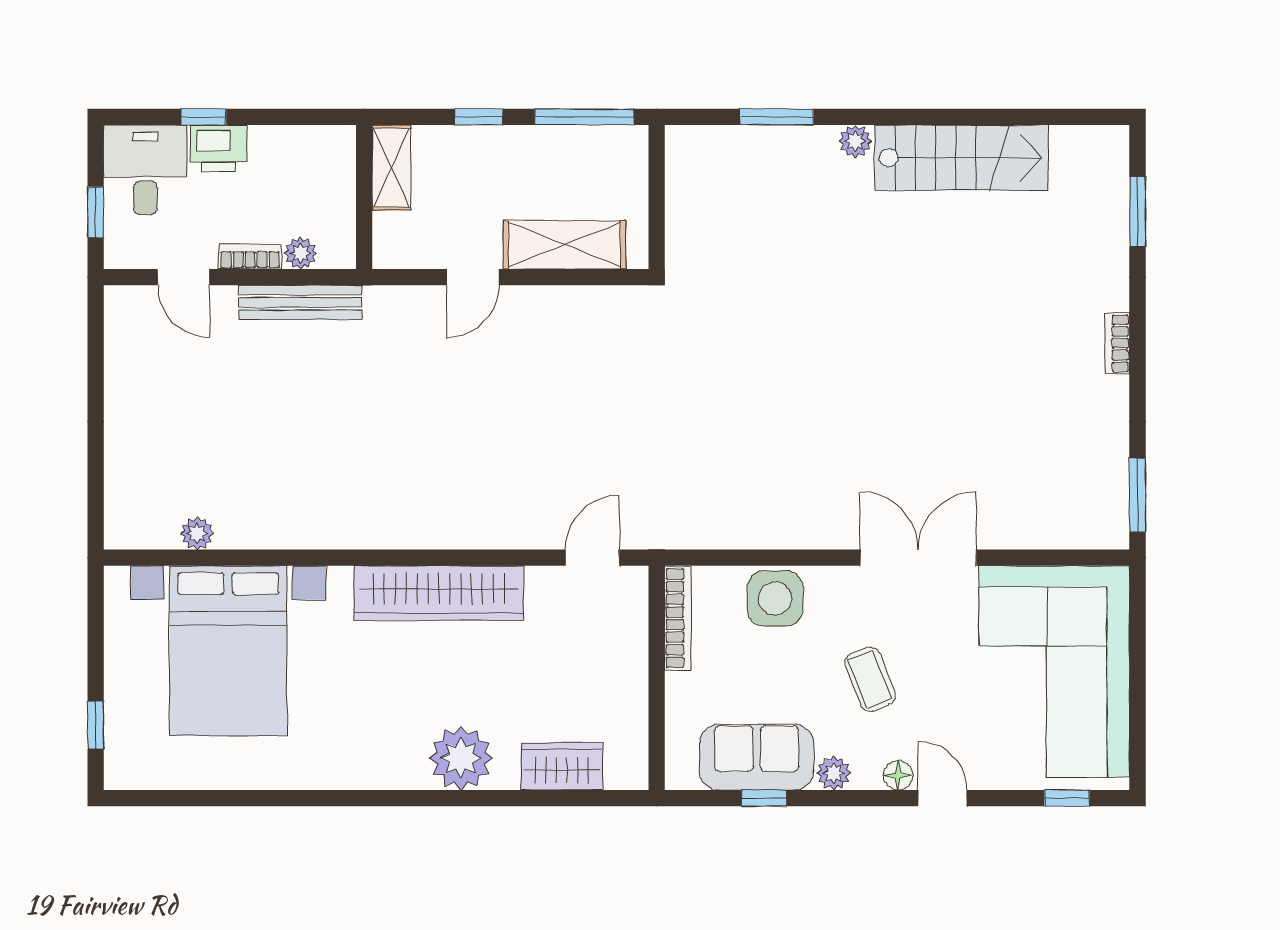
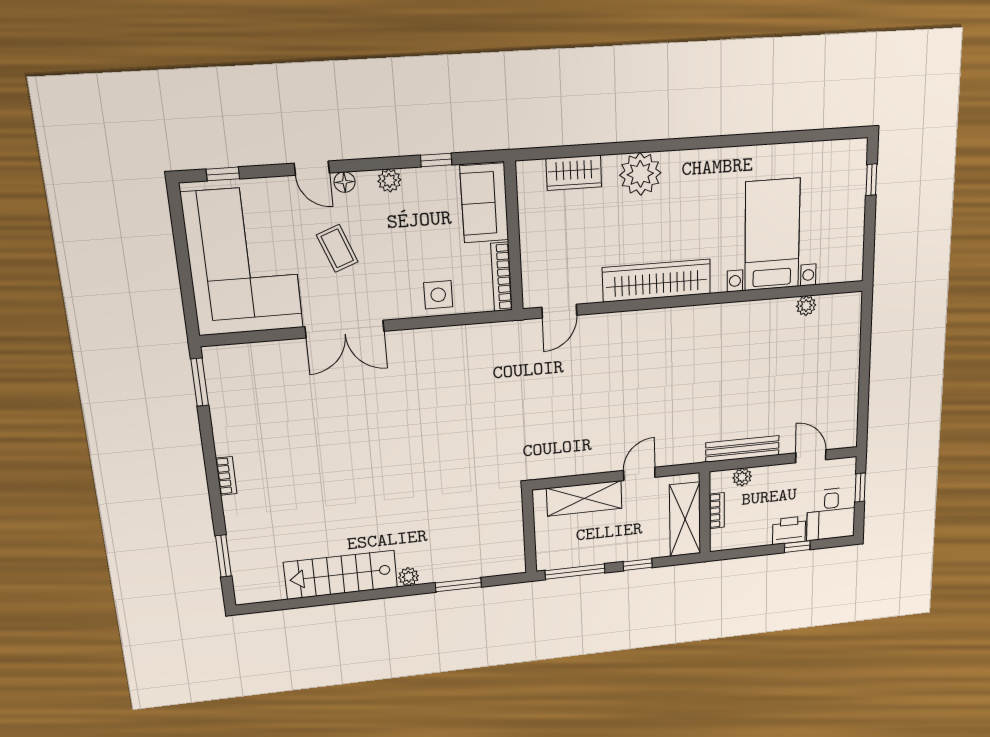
shelving: (391, 168) -> (685, 519), width x1.50, depth x1.33
bookcase: (250, 257) -> (717, 511), moved, turned -90
side table: (775, 598) -> (438, 295), width x0.73, depth x0.73
bed with nightstands: (228, 651) -> (772, 235), width x0.73
coffee table: (870, 679) -> (337, 248), moved
sofa: (757, 757) -> (484, 203), moved, turned 90

